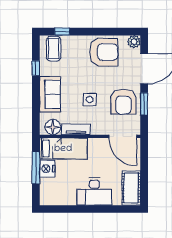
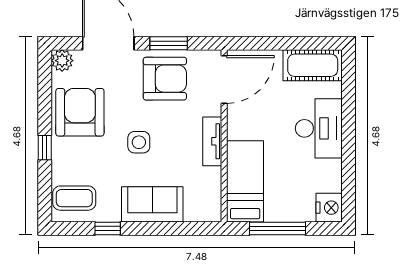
window: (62, 32) -> (45, 148), moved
side table: (90, 99) -> (139, 142), moved
floor lamp: (53, 127) -> (208, 199), removed
tv unit: (76, 129) -> (212, 141), moved
nightstand: (47, 169) -> (329, 208), moved, turned -90

